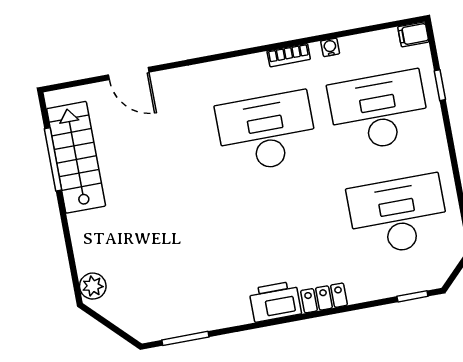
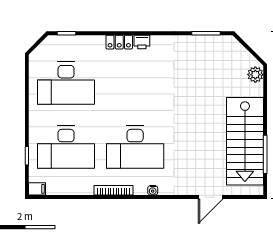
water cooler: (330, 47) -> (153, 190), moved
bookcase: (289, 55) -> (113, 190), width x1.56
door: (129, 73) -> (211, 197), swing flipped
stairs: (76, 157) -> (245, 141), width x1.36, depth x1.51
printer: (275, 301) -> (142, 42), width x0.53, depth x0.68

